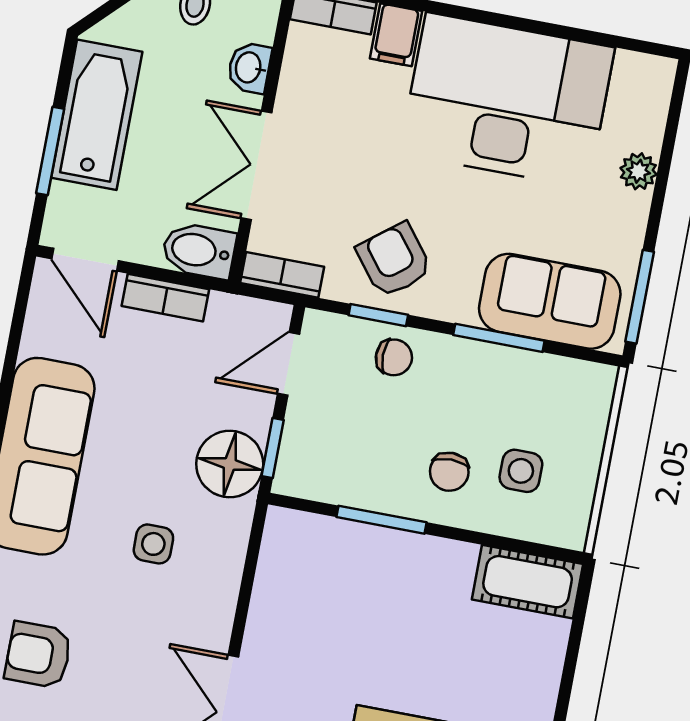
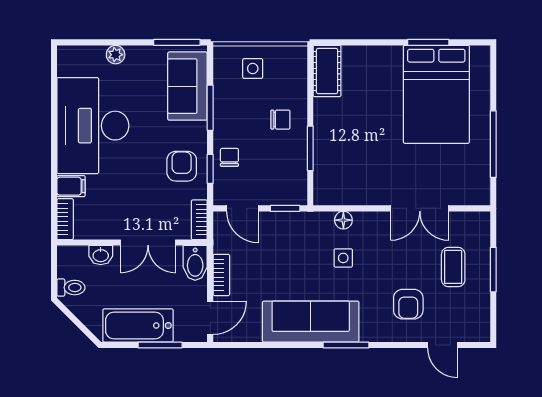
armchair: (394, 260) -> (182, 166), turned 128
floor lamp: (230, 464) -> (343, 220), moved, width x0.53, depth x0.53
side table: (521, 471) -> (253, 69), moved

